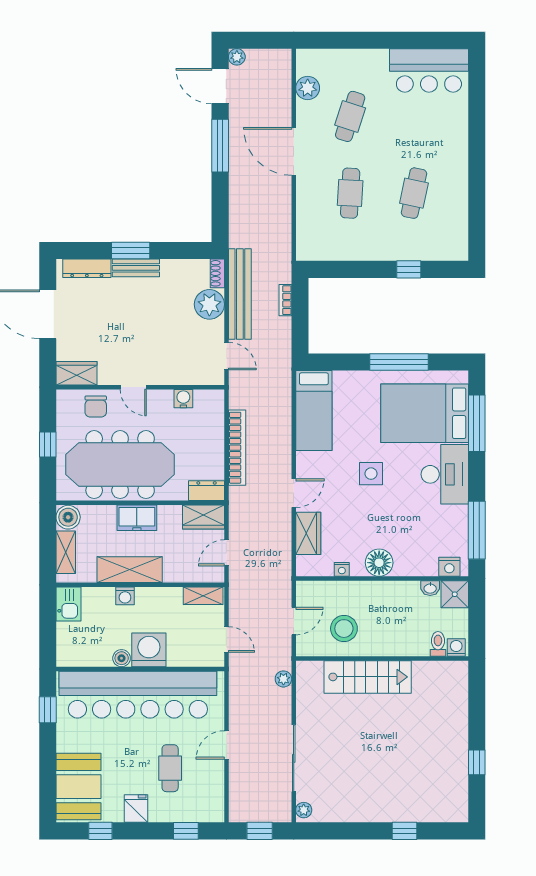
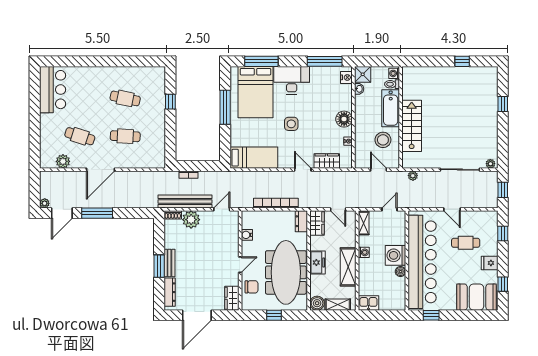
washing machine: (125, 596) -> (364, 252), moved
bathtub: (397, 642) -> (391, 108), added

